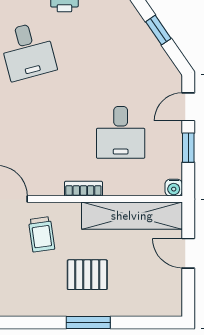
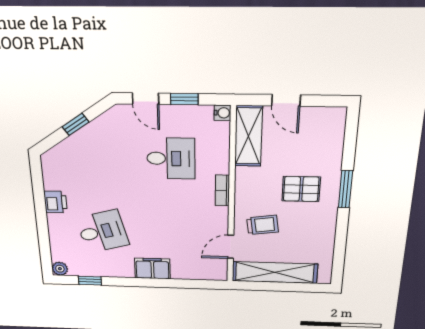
shelving: (132, 216) -> (248, 136), width x0.68
door: (188, 253) -> (286, 100), hinge flipped
pallet: (87, 275) -> (301, 189), turned 90

